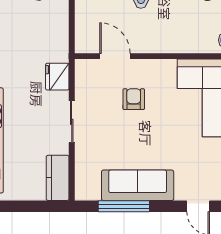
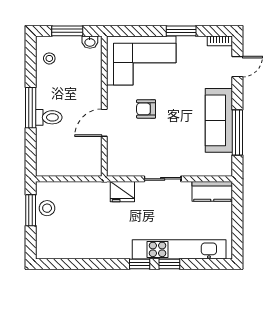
door: (115, 56) -> (104, 123), moved
armchair: (134, 99) -> (146, 109), moved

